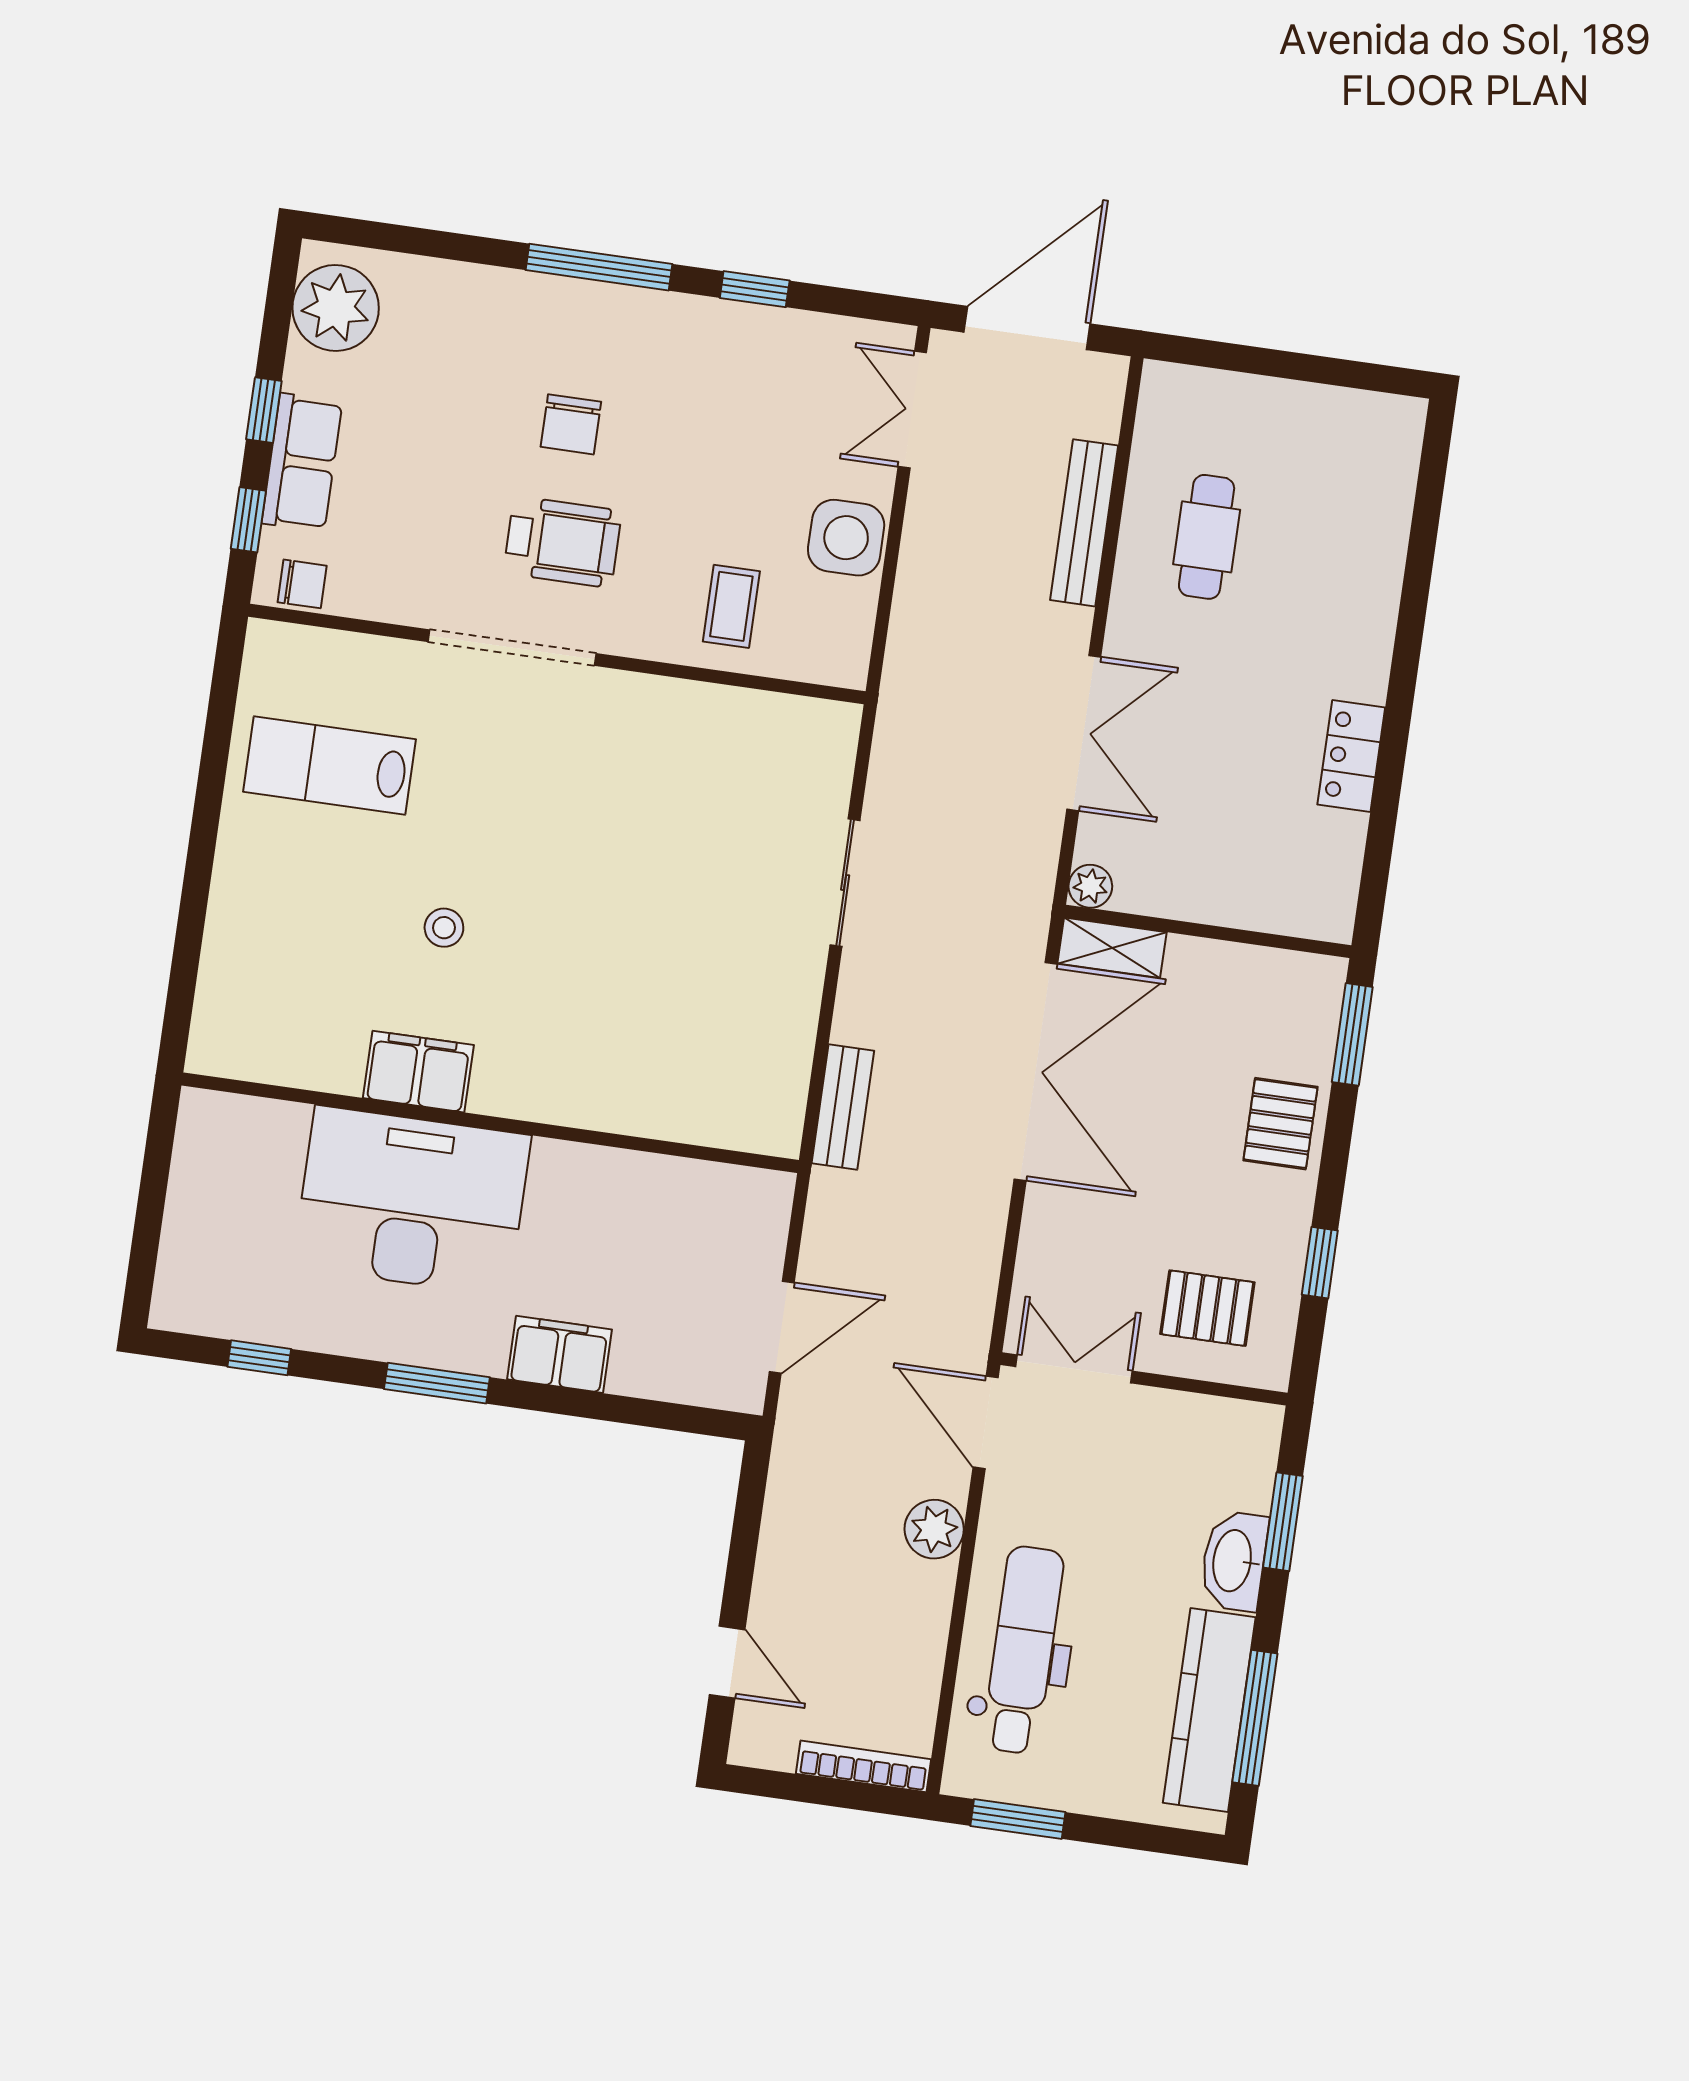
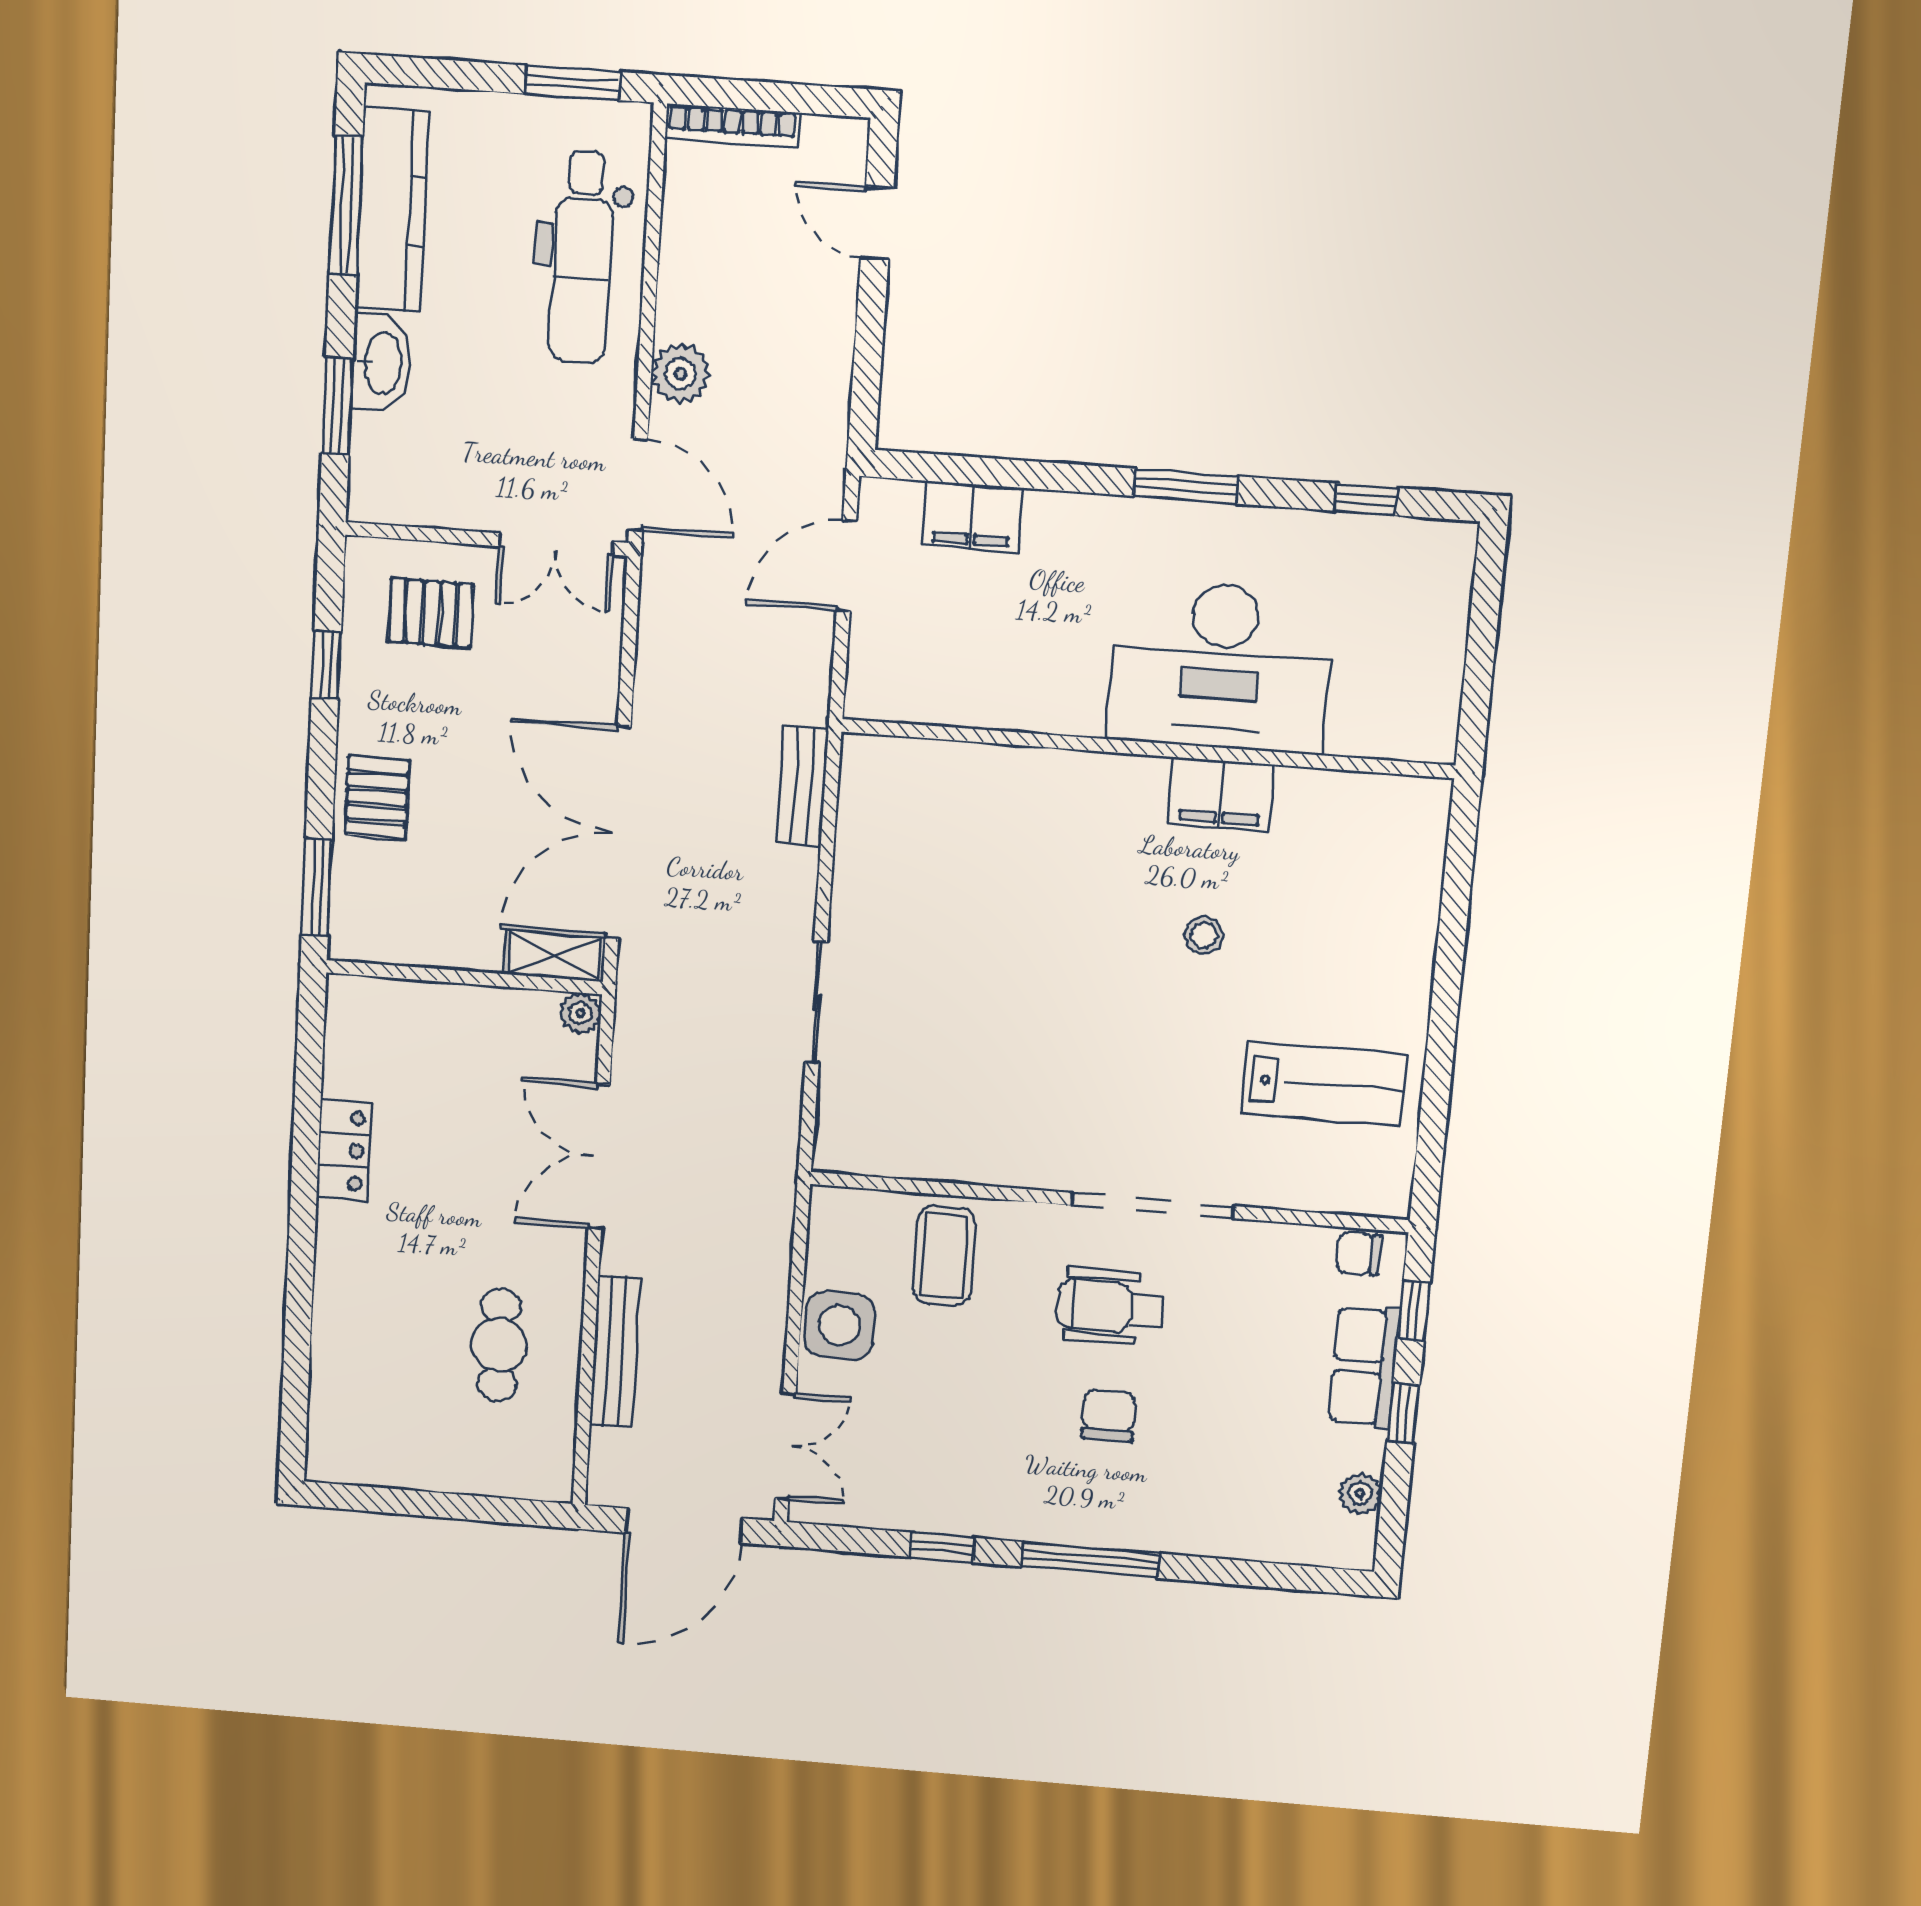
plant: (336, 308) -> (1360, 1493), width x0.53, depth x0.53
coffee table: (731, 606) -> (944, 1256), width x1.36, depth x1.30
filing cabinet: (559, 1354) -> (972, 517), moved

